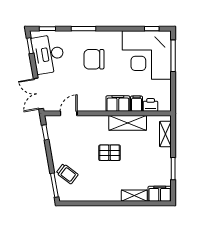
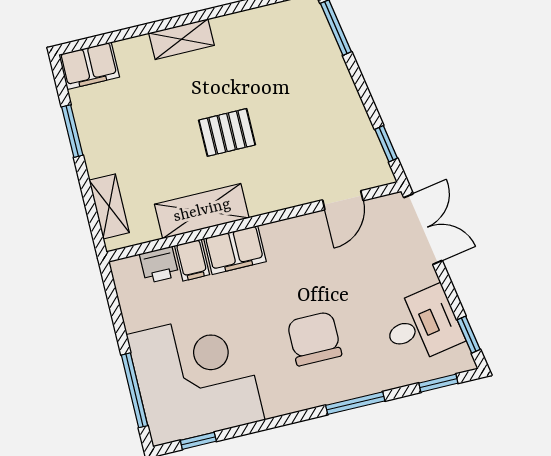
desk: (48, 54) -> (422, 325), width x0.73
chair: (94, 59) -> (314, 339), turned -90
trolley: (67, 174) -> (313, 61), removed
shelving: (134, 196) -> (182, 39), moved

